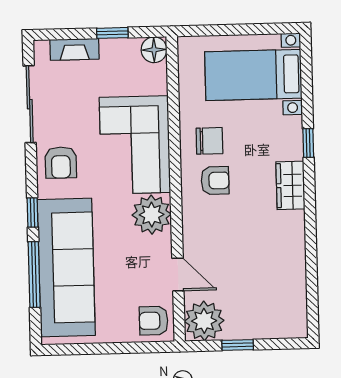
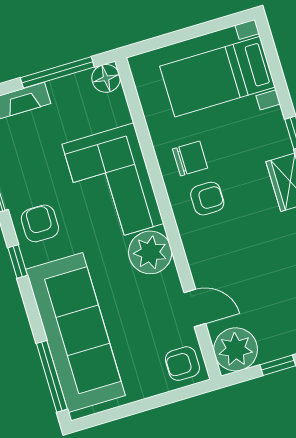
window: (112, 33) -> (57, 72), width x2.17
armchair: (61, 163) -> (40, 223), turned 180
window: (33, 213) -> (18, 262), moved
window: (34, 274) -> (52, 376), moved

